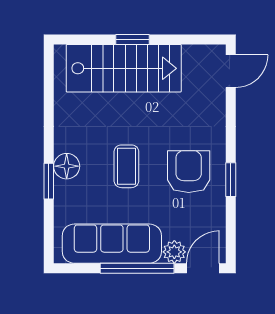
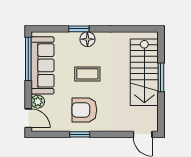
window: (132, 39) -> (161, 77), width x1.44
armchair: (189, 172) -> (84, 110), turned 180
window: (137, 268) -> (28, 59), moved

